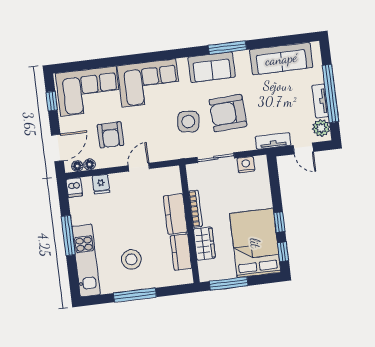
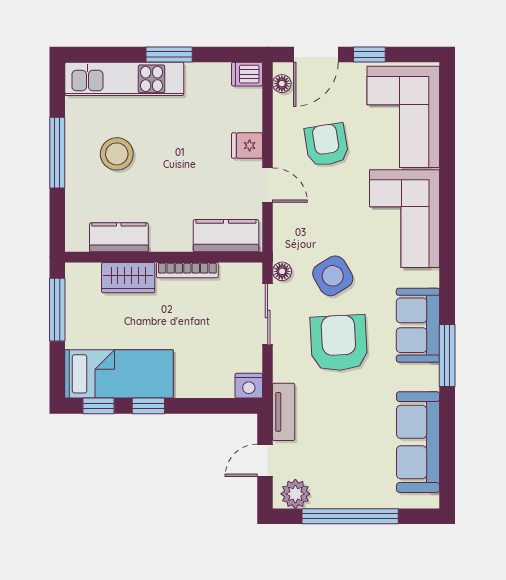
window: (52, 101) -> (369, 54), moved
tv unit: (320, 101) -> (340, 498), removed
side table: (188, 122) -> (333, 276), turned -37
armchair: (111, 135) -> (326, 145), turned 81
door: (57, 148) -> (316, 54), hinge flipped
floor lamp: (90, 164) -> (282, 271), moved
nightstand: (246, 165) -> (249, 386), moved, turned 90
fridge: (101, 184) -> (247, 146), moved
kitchen counter: (175, 214) -> (226, 236), moved
window: (68, 235) -> (169, 54), width x0.69
bed: (255, 243) -> (119, 374), width x0.67

